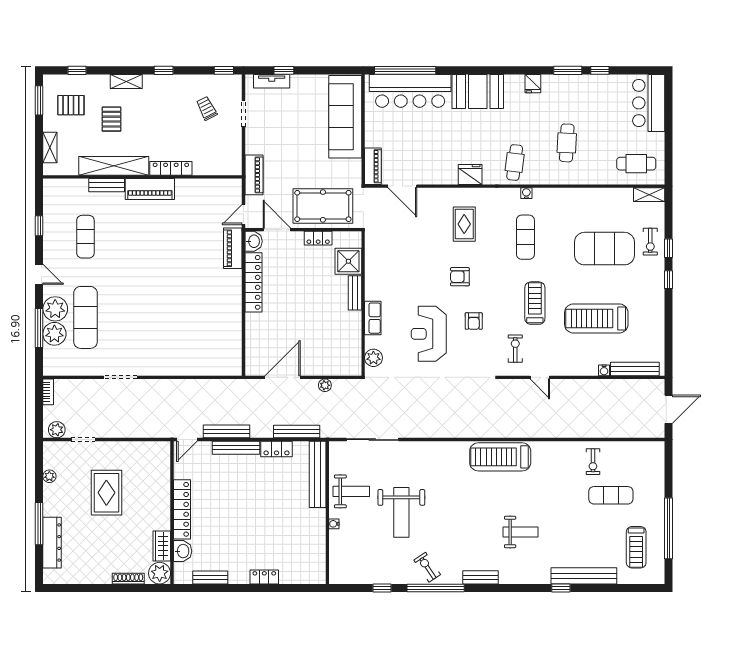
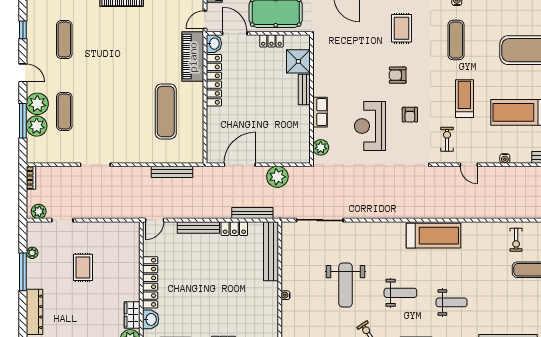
piano: (233, 248) -> (193, 57), width x1.37, depth x1.33
exercise mat: (85, 317) -> (64, 111), width x0.73, depth x0.69
exercise mat: (199, 317) -> (166, 111), added
water cooler: (604, 370) -> (505, 159), moved
plant: (325, 385) -> (277, 177), width x1.87, depth x1.87
bench: (226, 431) -> (172, 172), moved
treadmill: (500, 457) -> (434, 236), turned 180
weight bench: (351, 491) -> (400, 293), moved
rug: (106, 493) -> (83, 267), width x0.73, depth x0.70
window: (39, 524) -> (23, 272), moved

